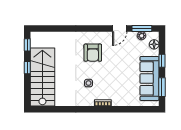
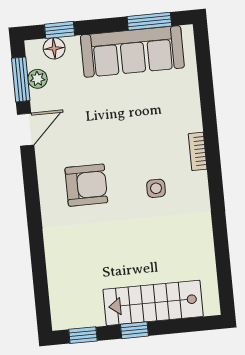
door: (120, 28) -> (26, 130), hinge flipped
window: (162, 61) -> (60, 30), moved
stairs: (42, 77) -> (153, 303), width x0.73, depth x0.66

